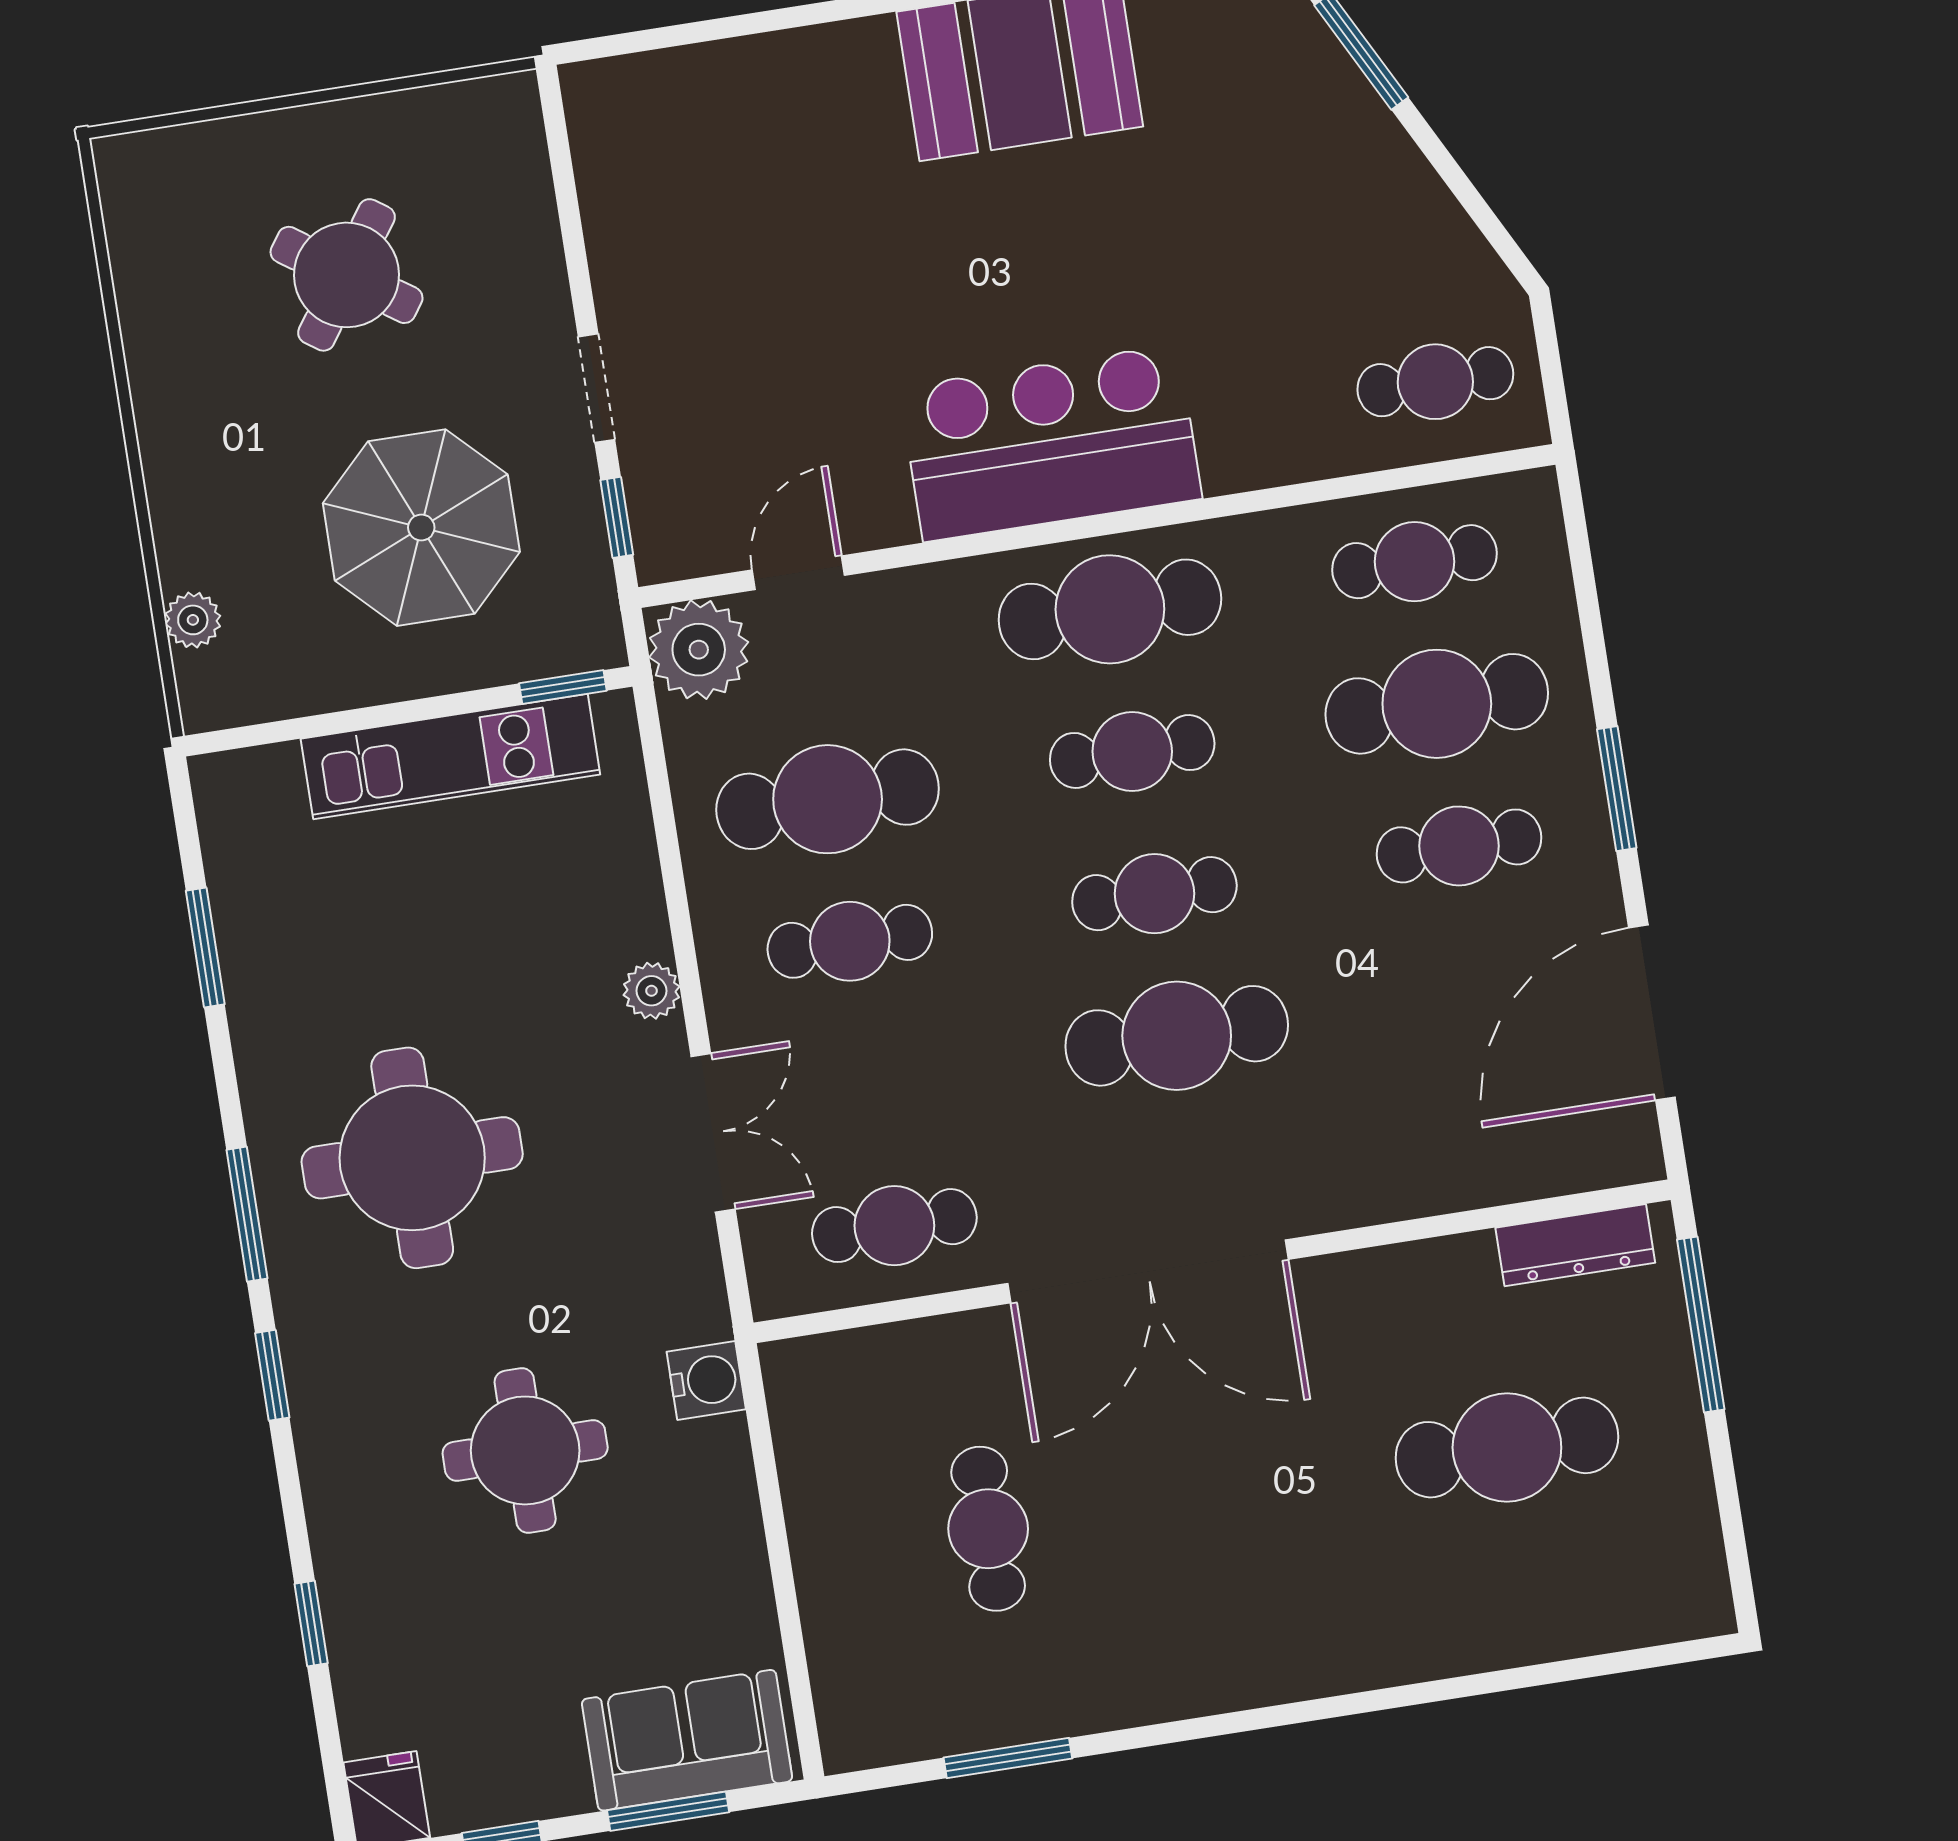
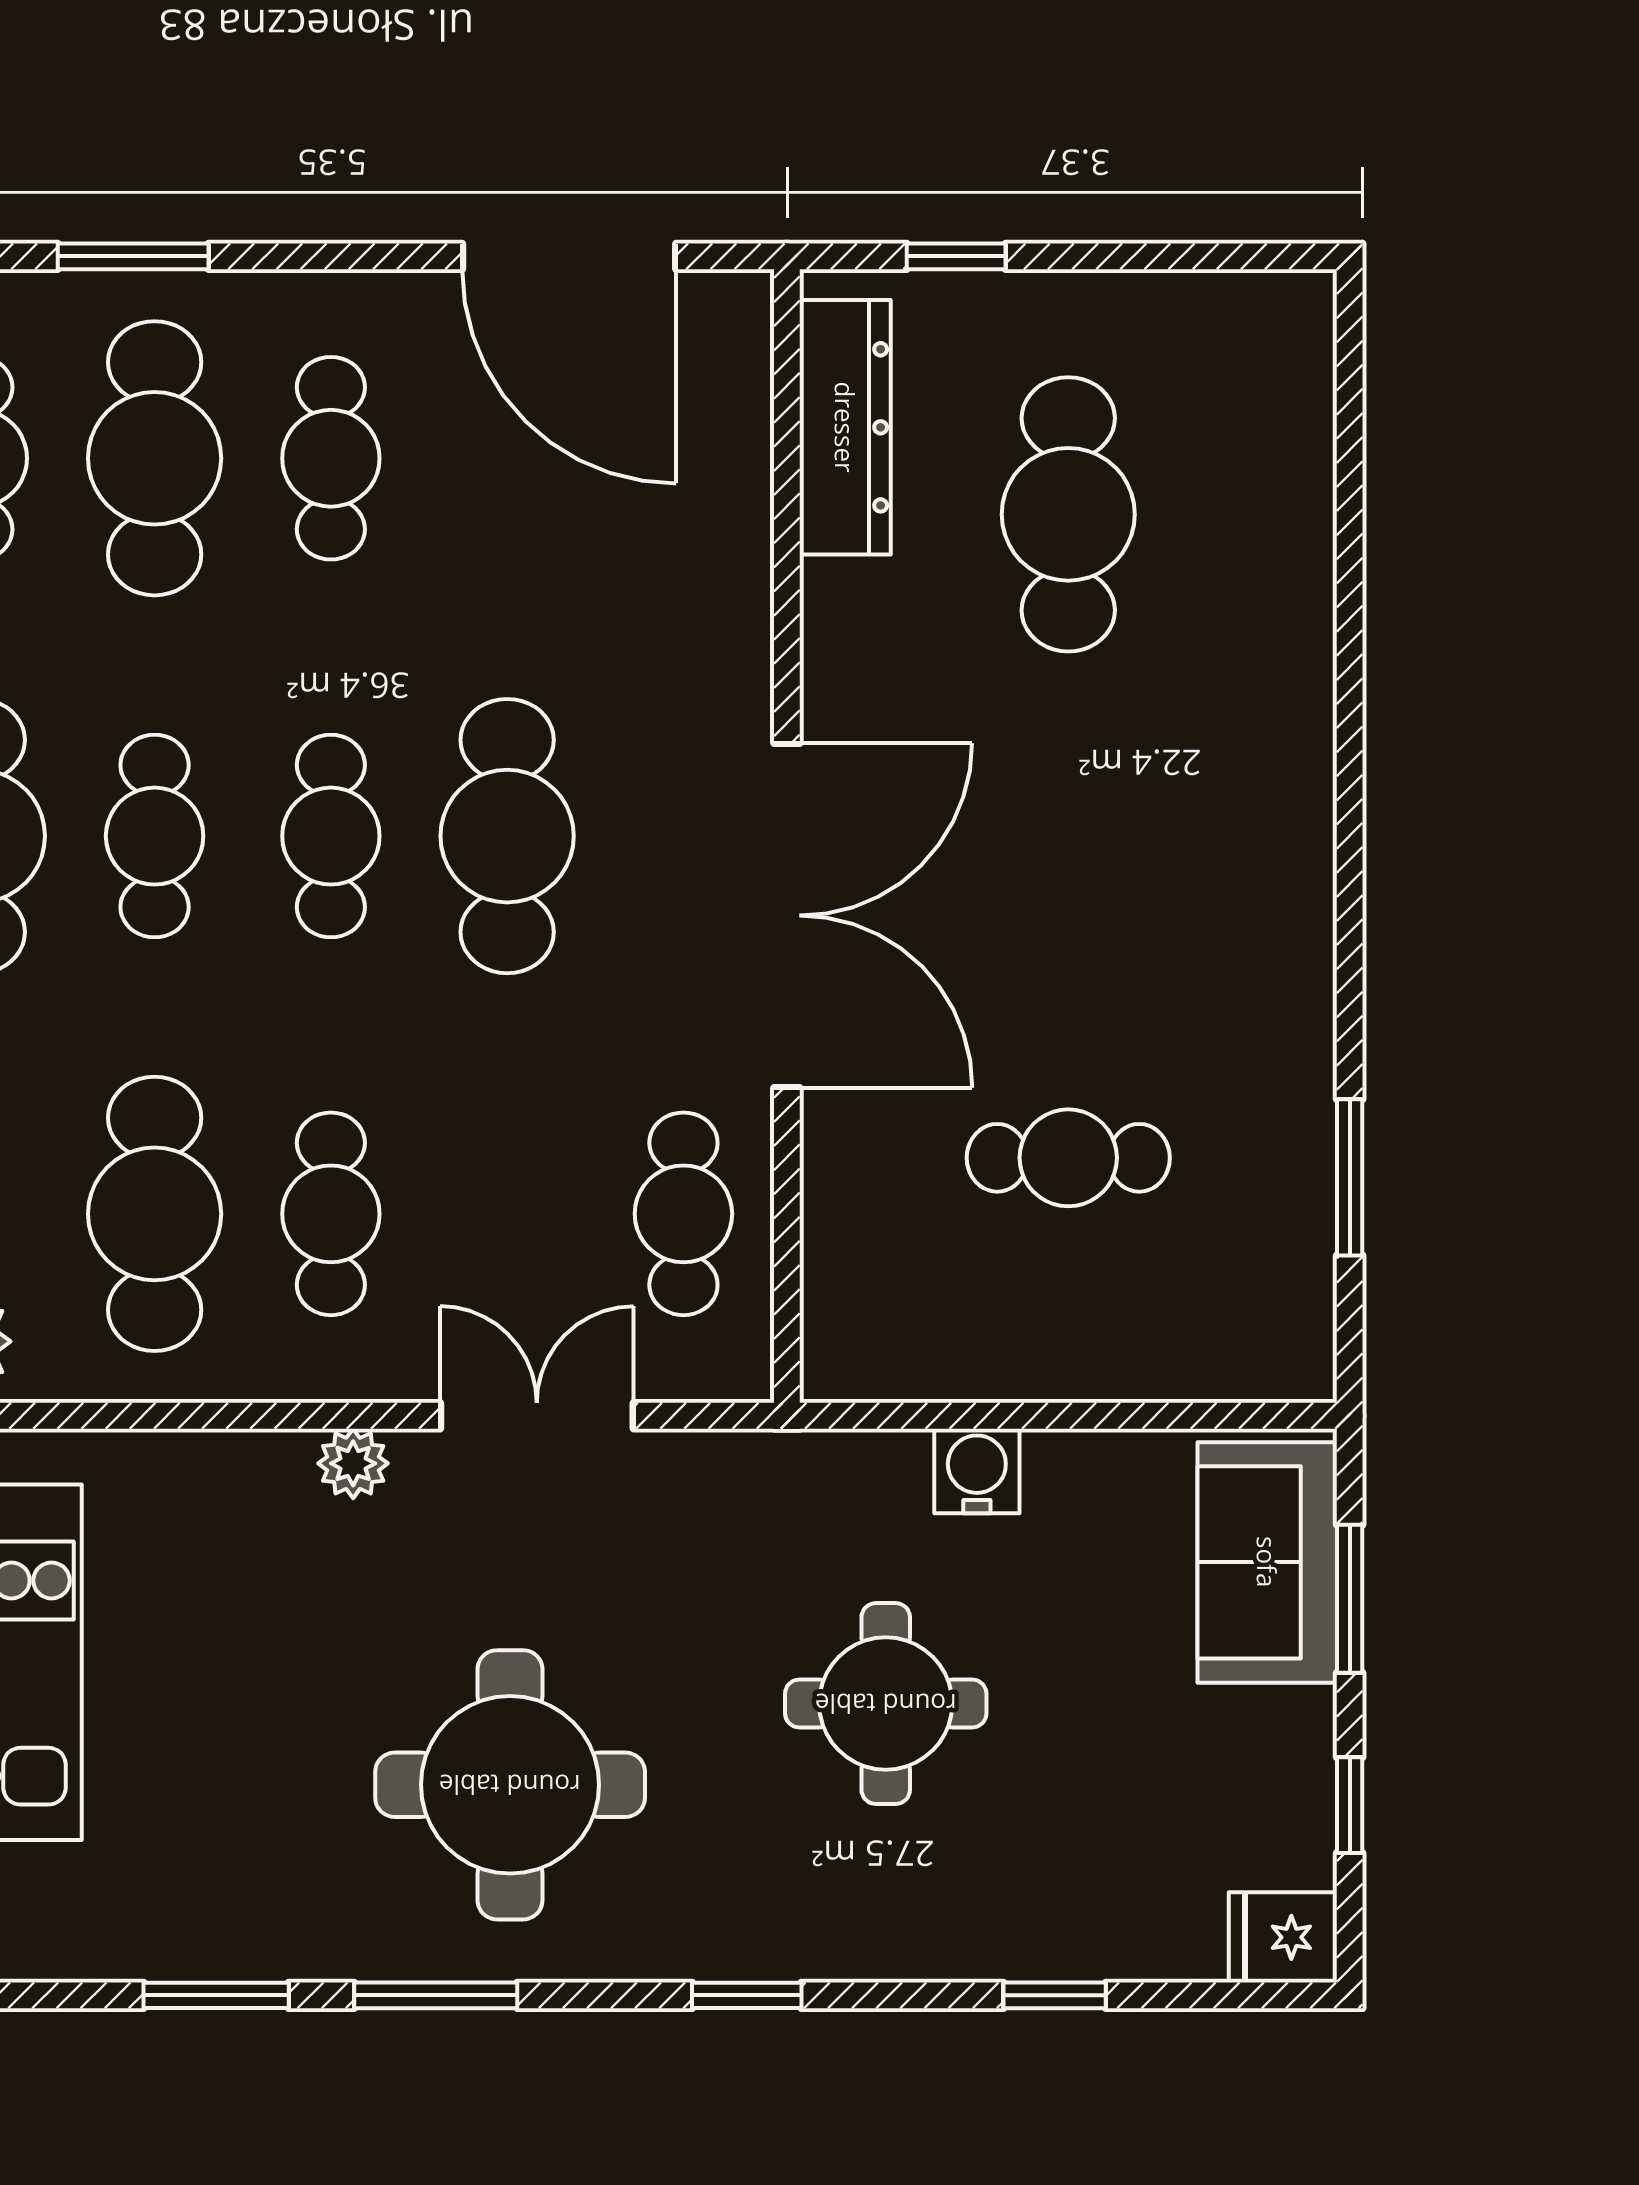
window: (1617, 789) -> (133, 256), moved
window: (247, 1214) -> (436, 1995), moved
dresser: (1575, 1245) -> (845, 427), width x1.37, depth x1.24
window: (1701, 1325) -> (956, 256), width x0.46
water cooler: (706, 1380) -> (977, 1471), moved

